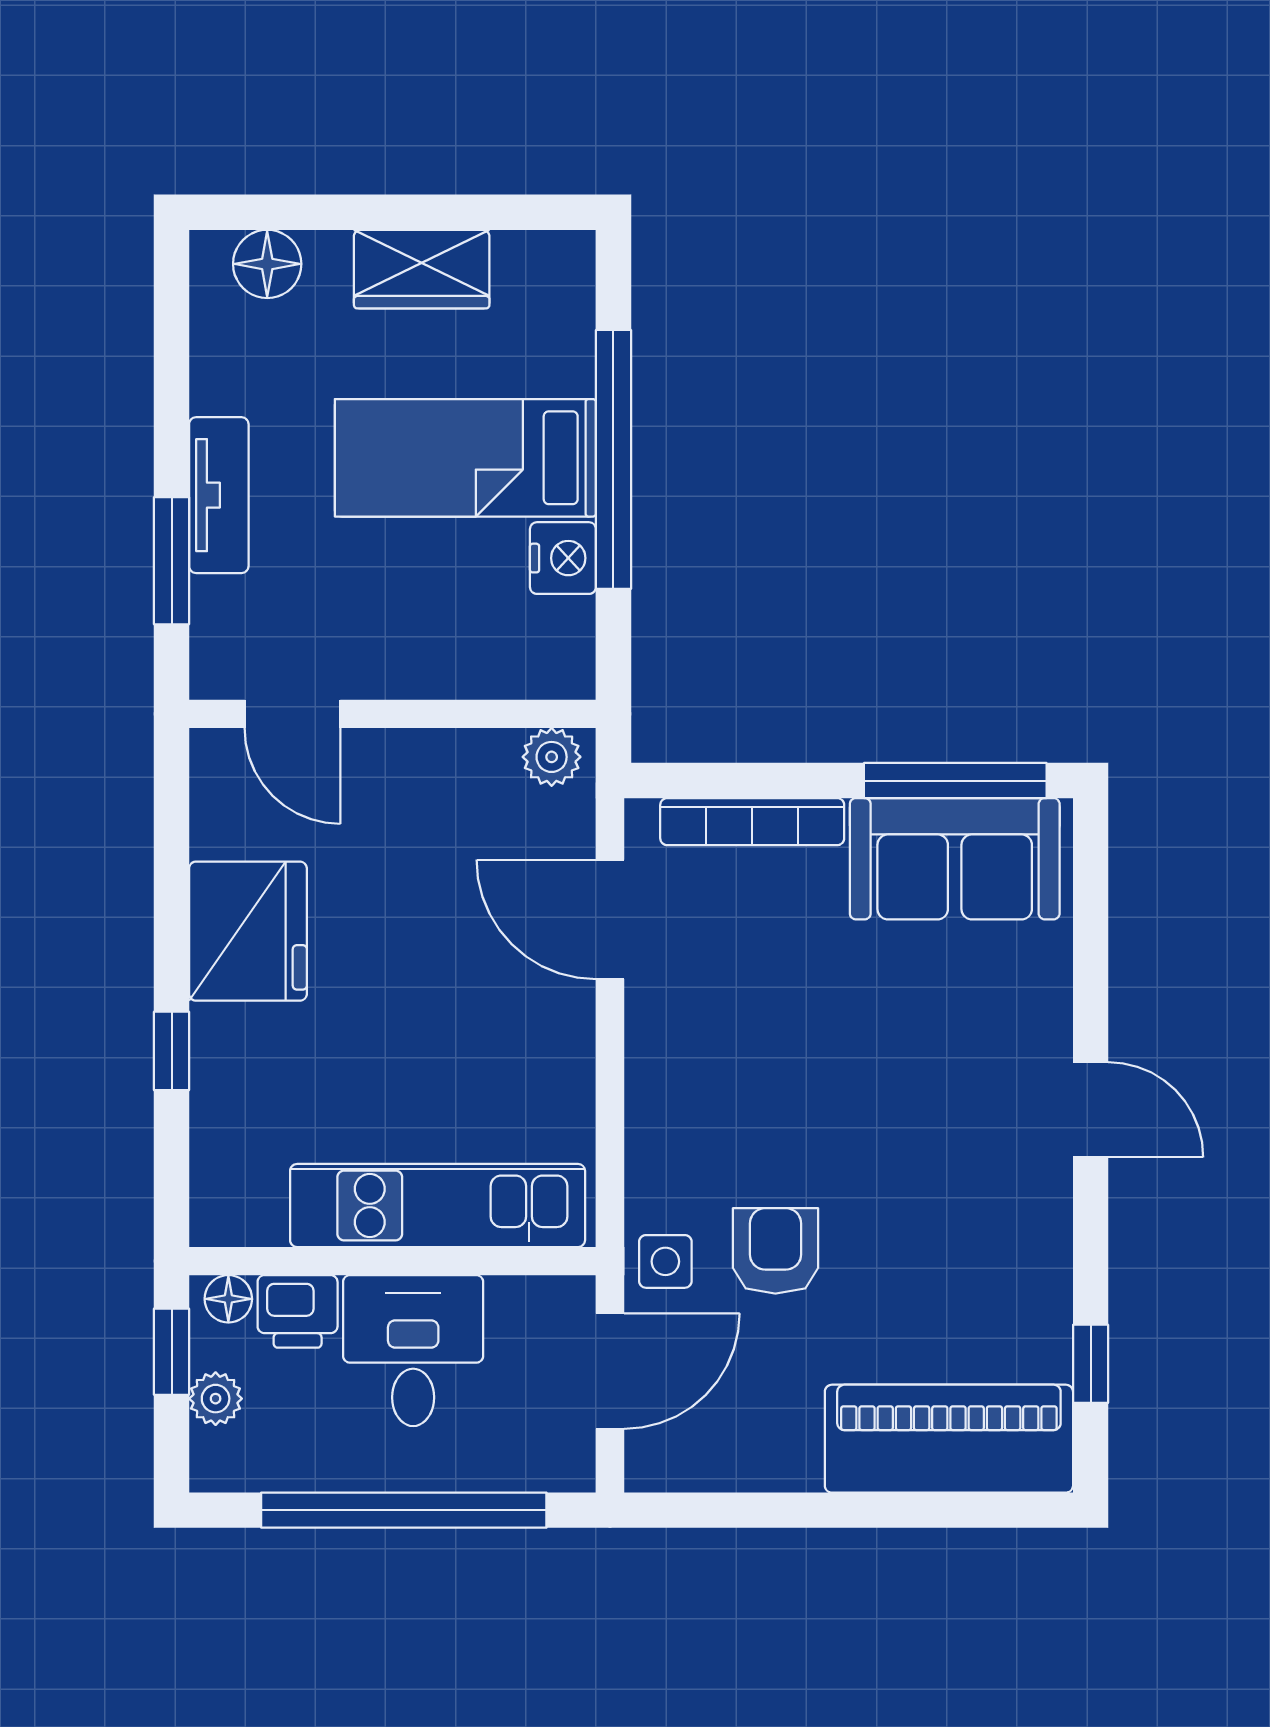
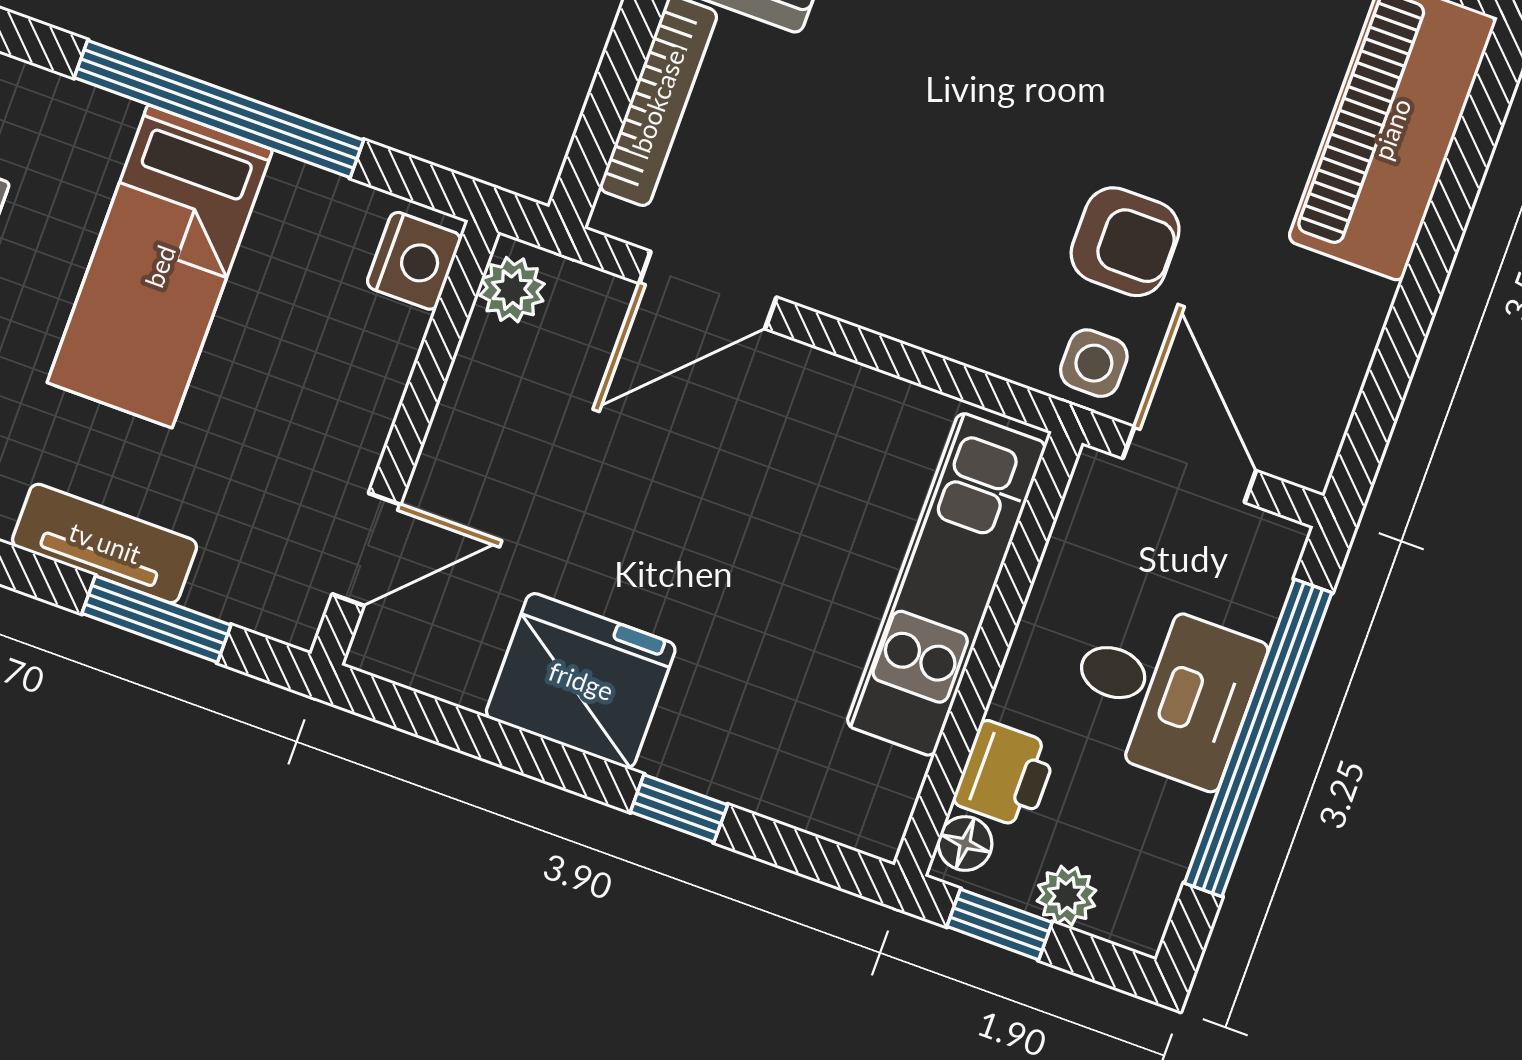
nightstand: (563, 558) -> (414, 261), moved, turned 90
armchair: (775, 1251) -> (1125, 242), turned 180
desk: (413, 1351) -> (1163, 691), moved, turned 180

